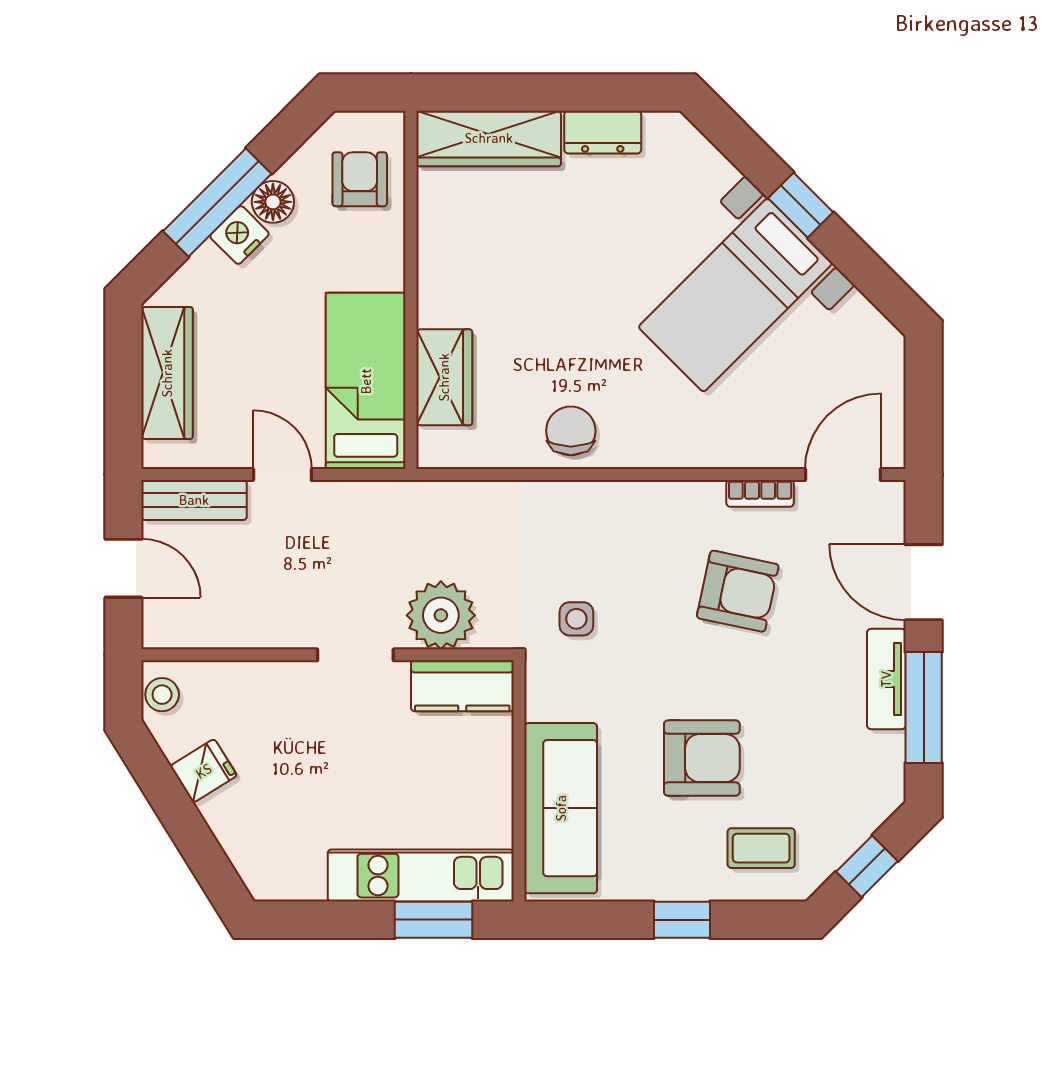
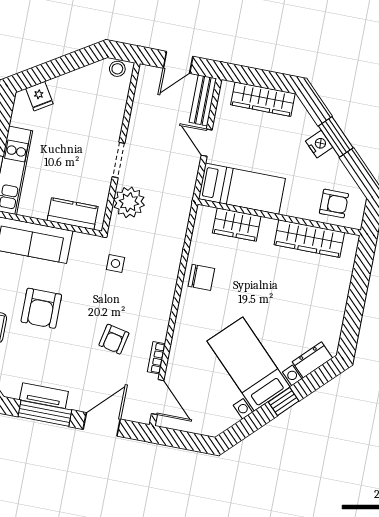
dresser: (603, 132) -> (312, 360), moved, turned 45
wardrobe: (489, 138) -> (309, 239), moved, turned -90
window: (217, 202) -> (336, 137), width x0.69
floor lamp: (273, 202) -> (331, 162), removed
door: (282, 475) -> (207, 143), swing flipped
armchair: (738, 591) -> (114, 339), width x0.72, depth x0.72
tv unit: (886, 679) -> (44, 396), moved
kitchen counter: (462, 686) -> (73, 214), moved, turned 90
fridge: (204, 771) -> (39, 96), moved

